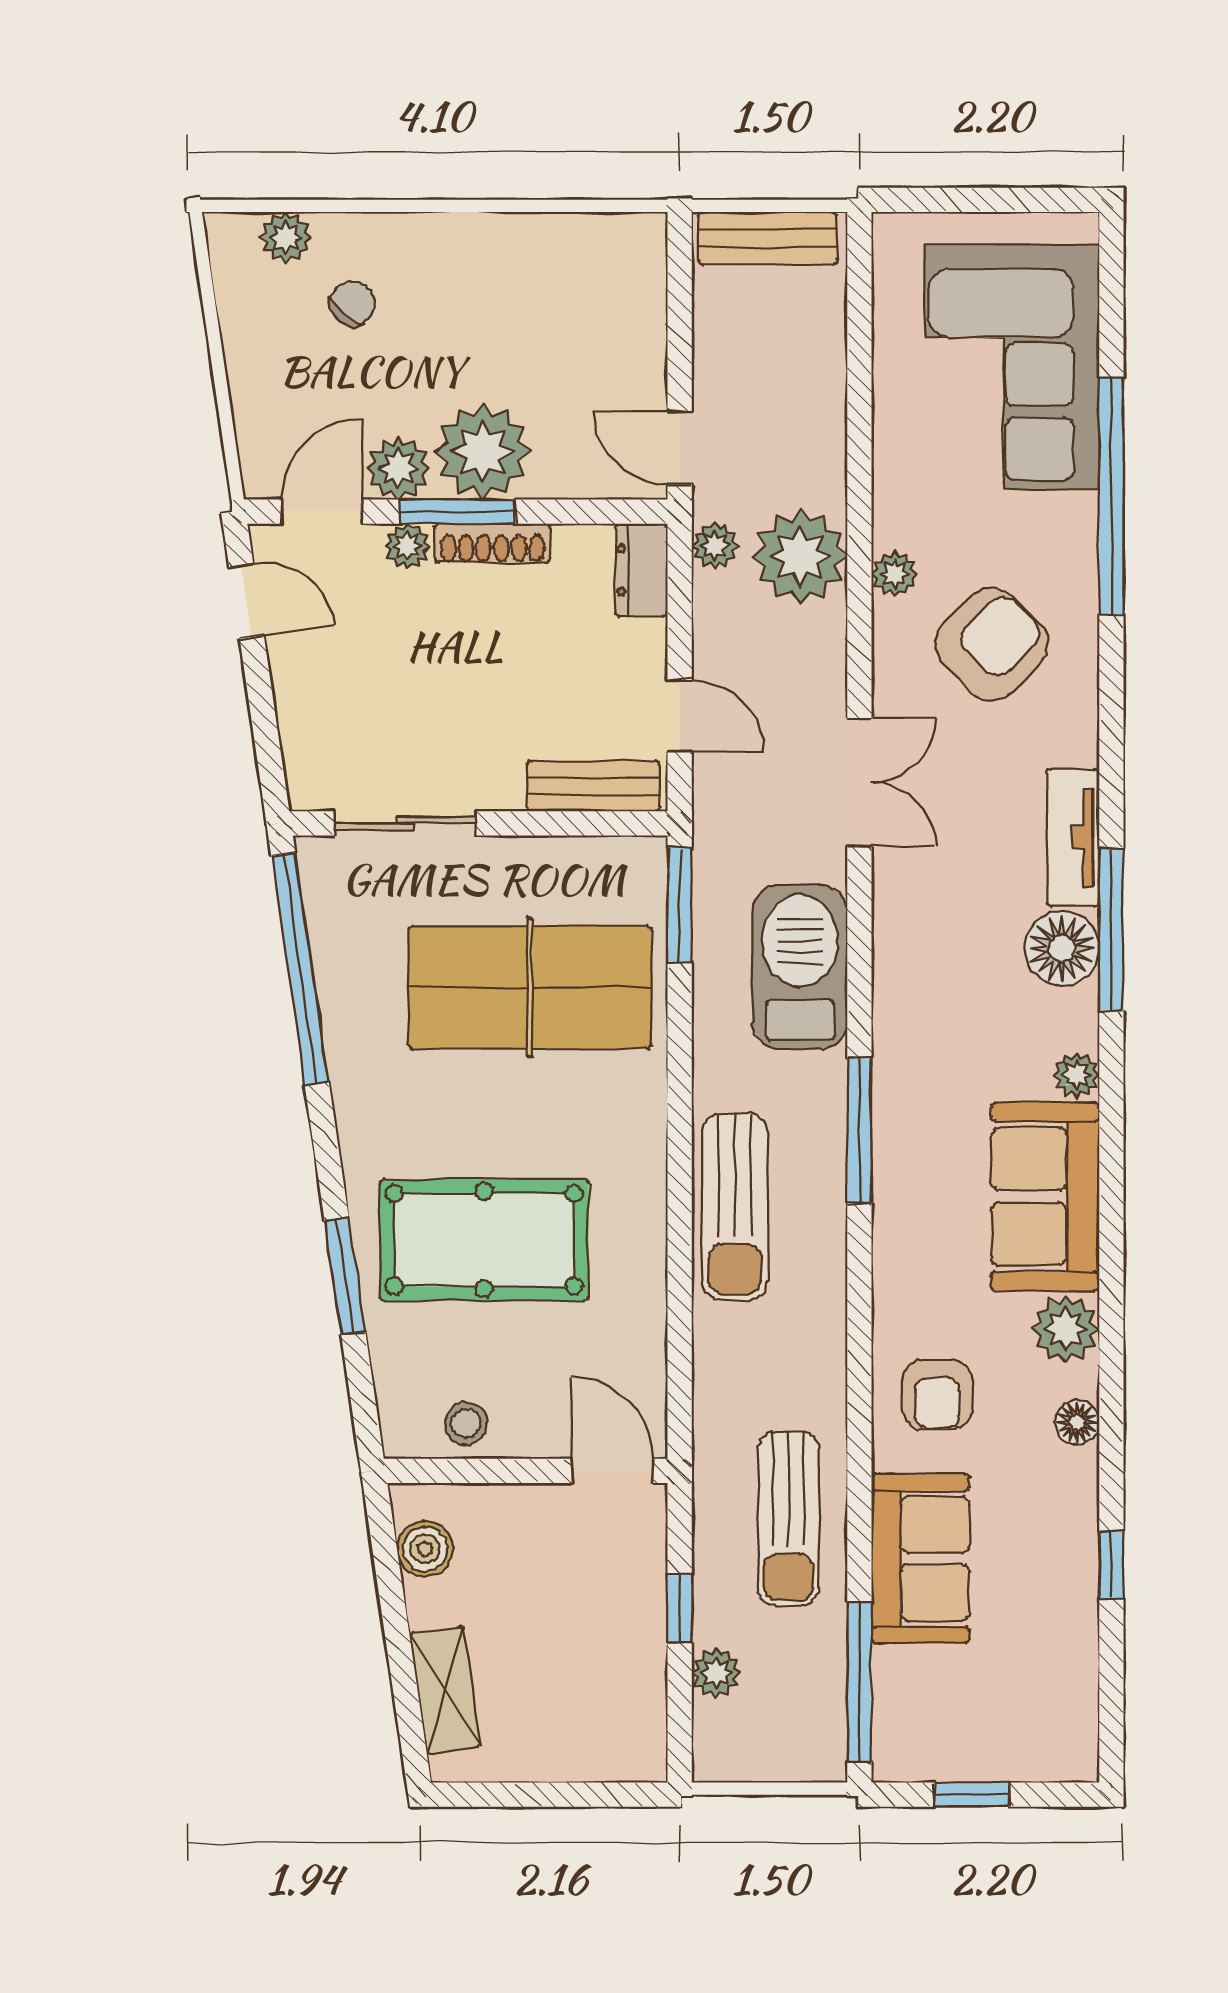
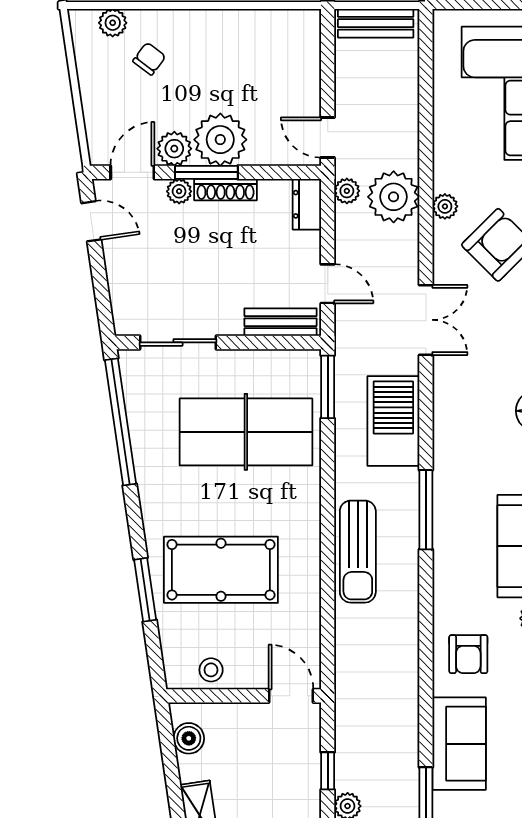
sun lounger: (788, 1518) -> (387, 722), removed

